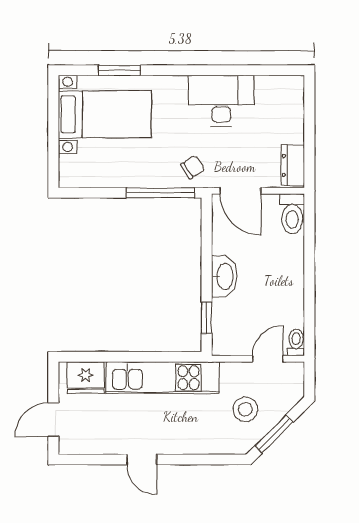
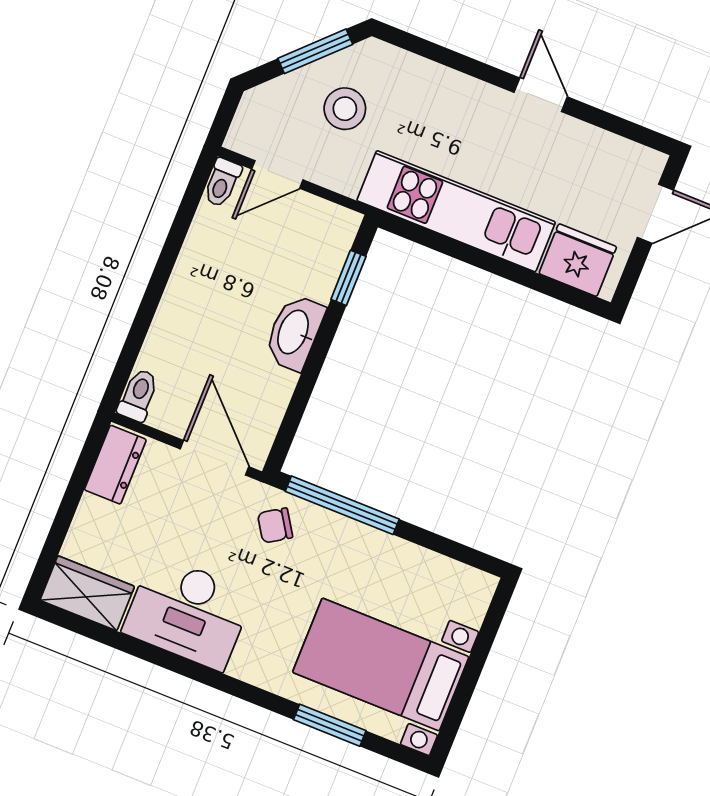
wardrobe: (280, 89) -> (87, 593), added
toilet: (292, 214) -> (138, 395), width x0.73, depth x0.72

